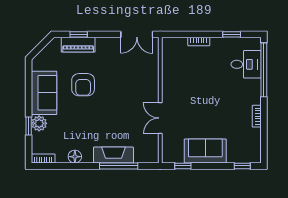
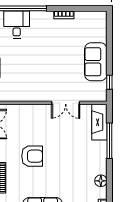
armchair: (83, 85) -> (32, 156), moved
fireplace: (113, 155) -> (99, 122), moved
window: (242, 166) -> (109, 28), removed

